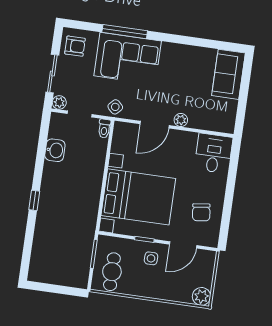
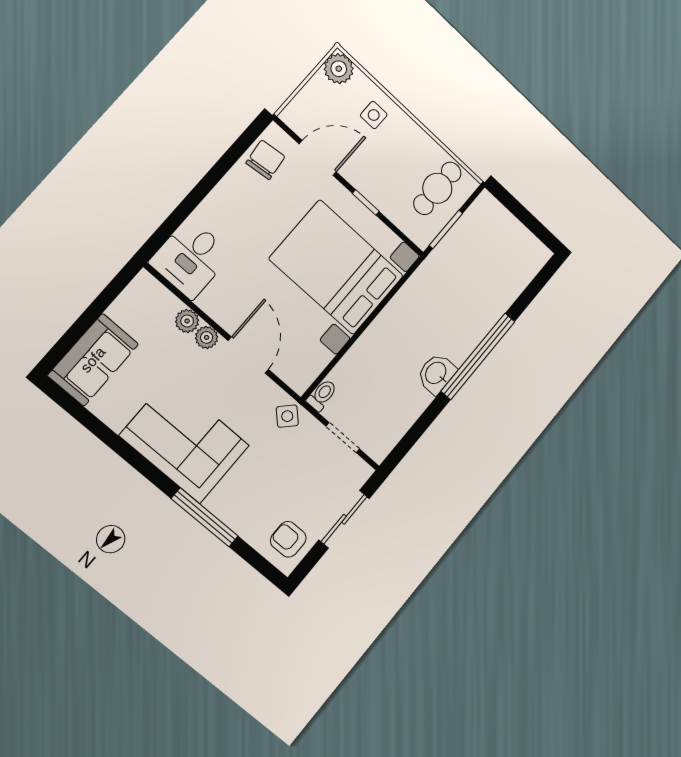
corner sofa: (128, 58) -> (185, 441), moved
plant: (59, 102) -> (187, 321), moved
door: (155, 125) -> (248, 355), hinge flipped
washbasin: (55, 150) -> (436, 373), moved
window: (34, 200) -> (478, 356), width x3.17
chair: (201, 212) -> (265, 160), moved
side table: (151, 258) -> (374, 115), moved

